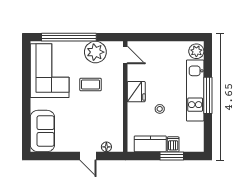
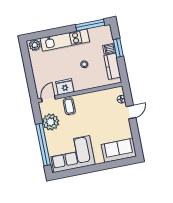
coffee table: (91, 85) -> (69, 106), moved
fridge: (136, 92) -> (65, 87), moved
window: (208, 95) -> (90, 25), moved

